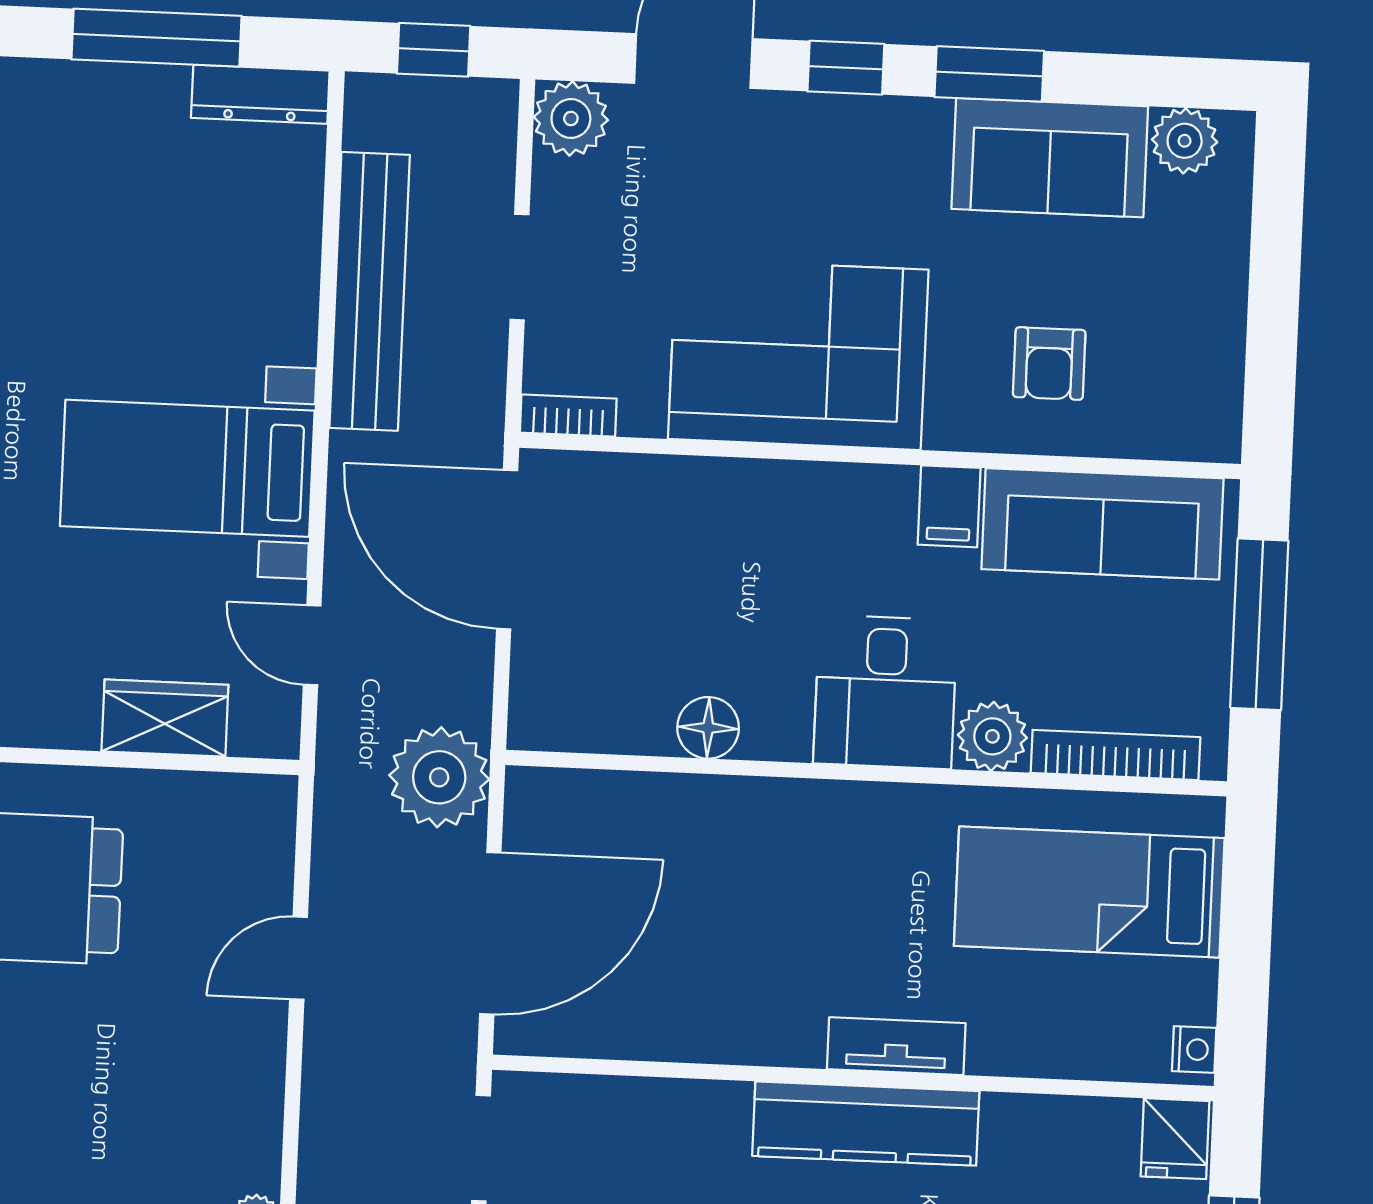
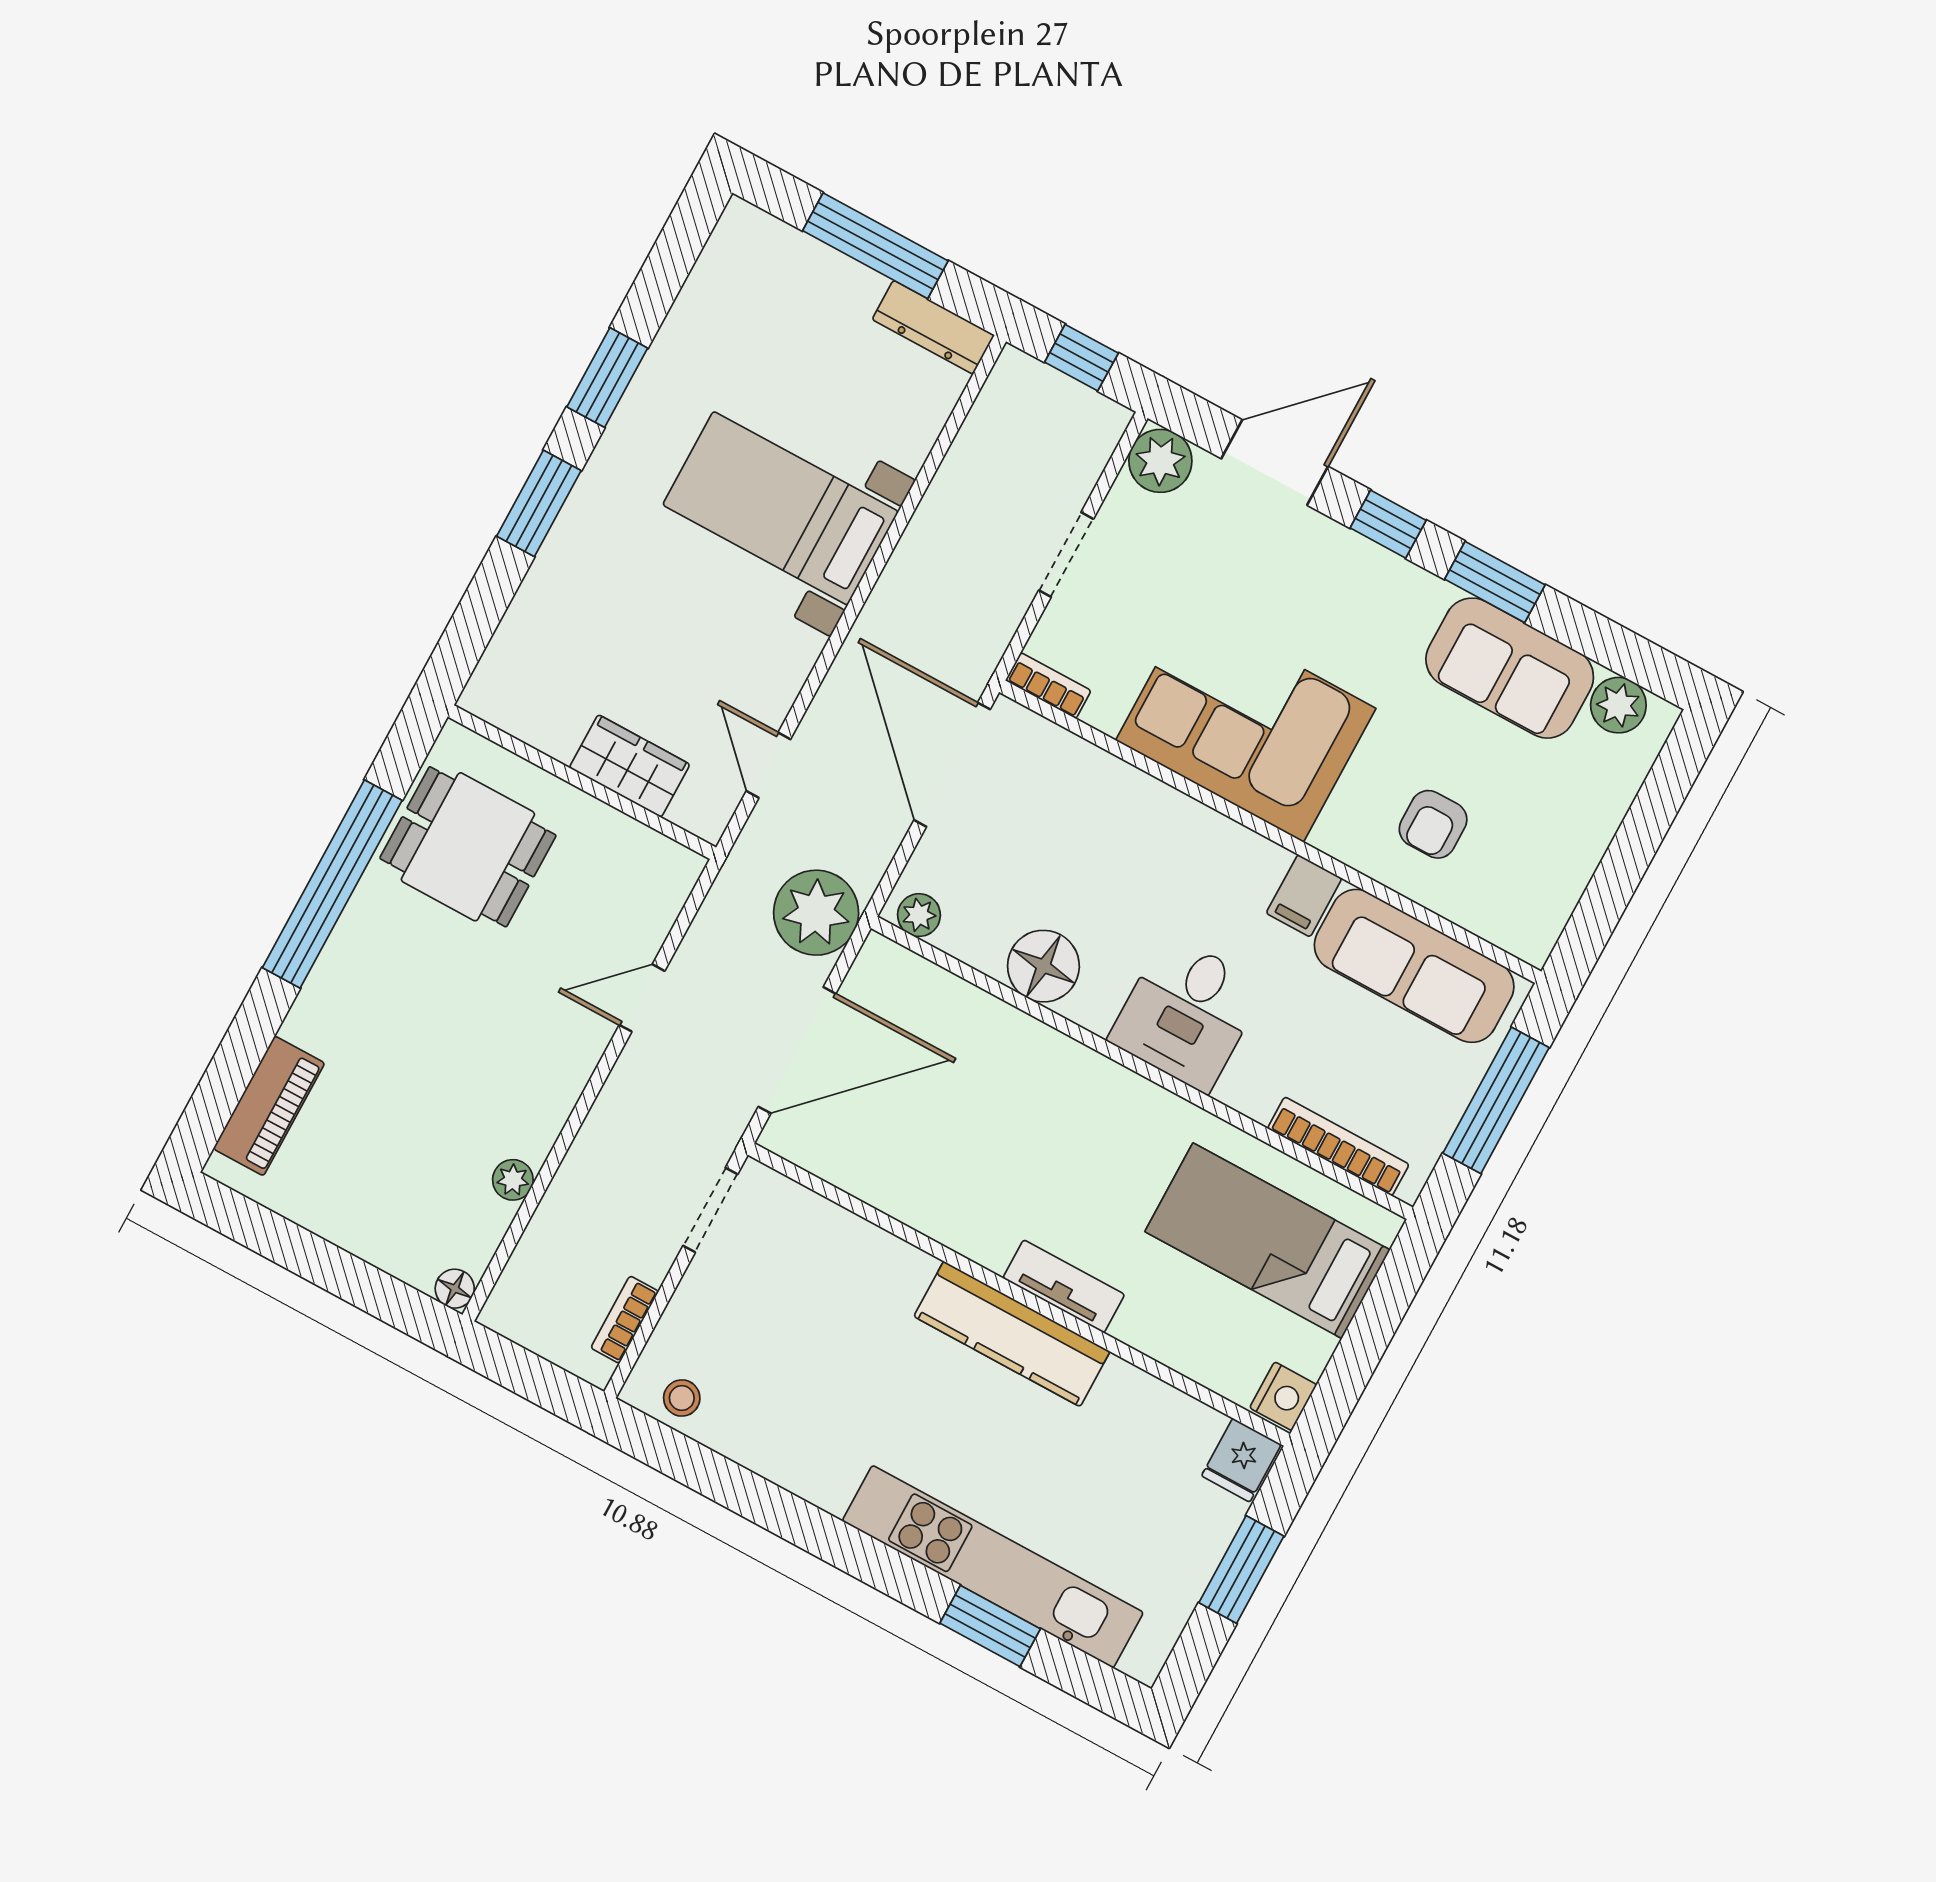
bench: (370, 291) -> (943, 518), removed
bed with nightstands: (187, 468) -> (781, 508), moved
floor lamp: (708, 728) -> (1043, 966), width x1.38, depth x1.38
plant: (992, 736) -> (919, 915), moved, width x0.73, depth x0.73
nightstand: (1194, 1049) -> (1283, 1396), width x1.39, depth x1.35

